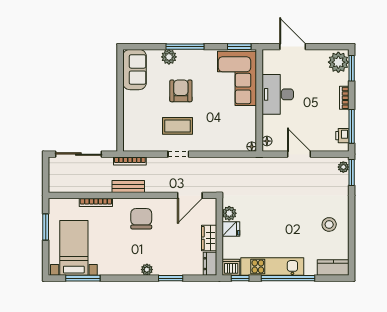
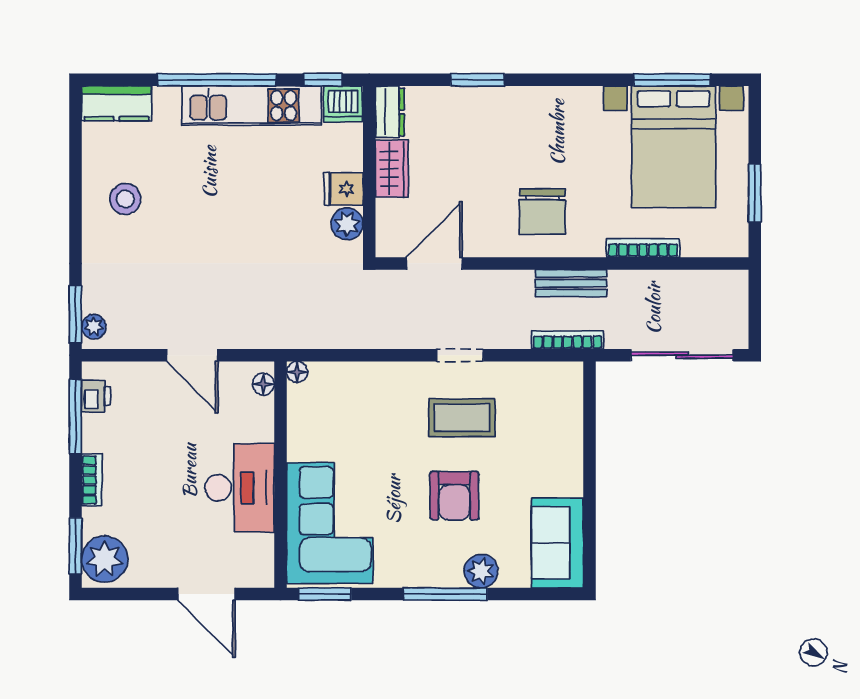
bed with nightstands: (74, 248) -> (673, 147), width x1.36
plant: (147, 270) -> (530, 99), removed

